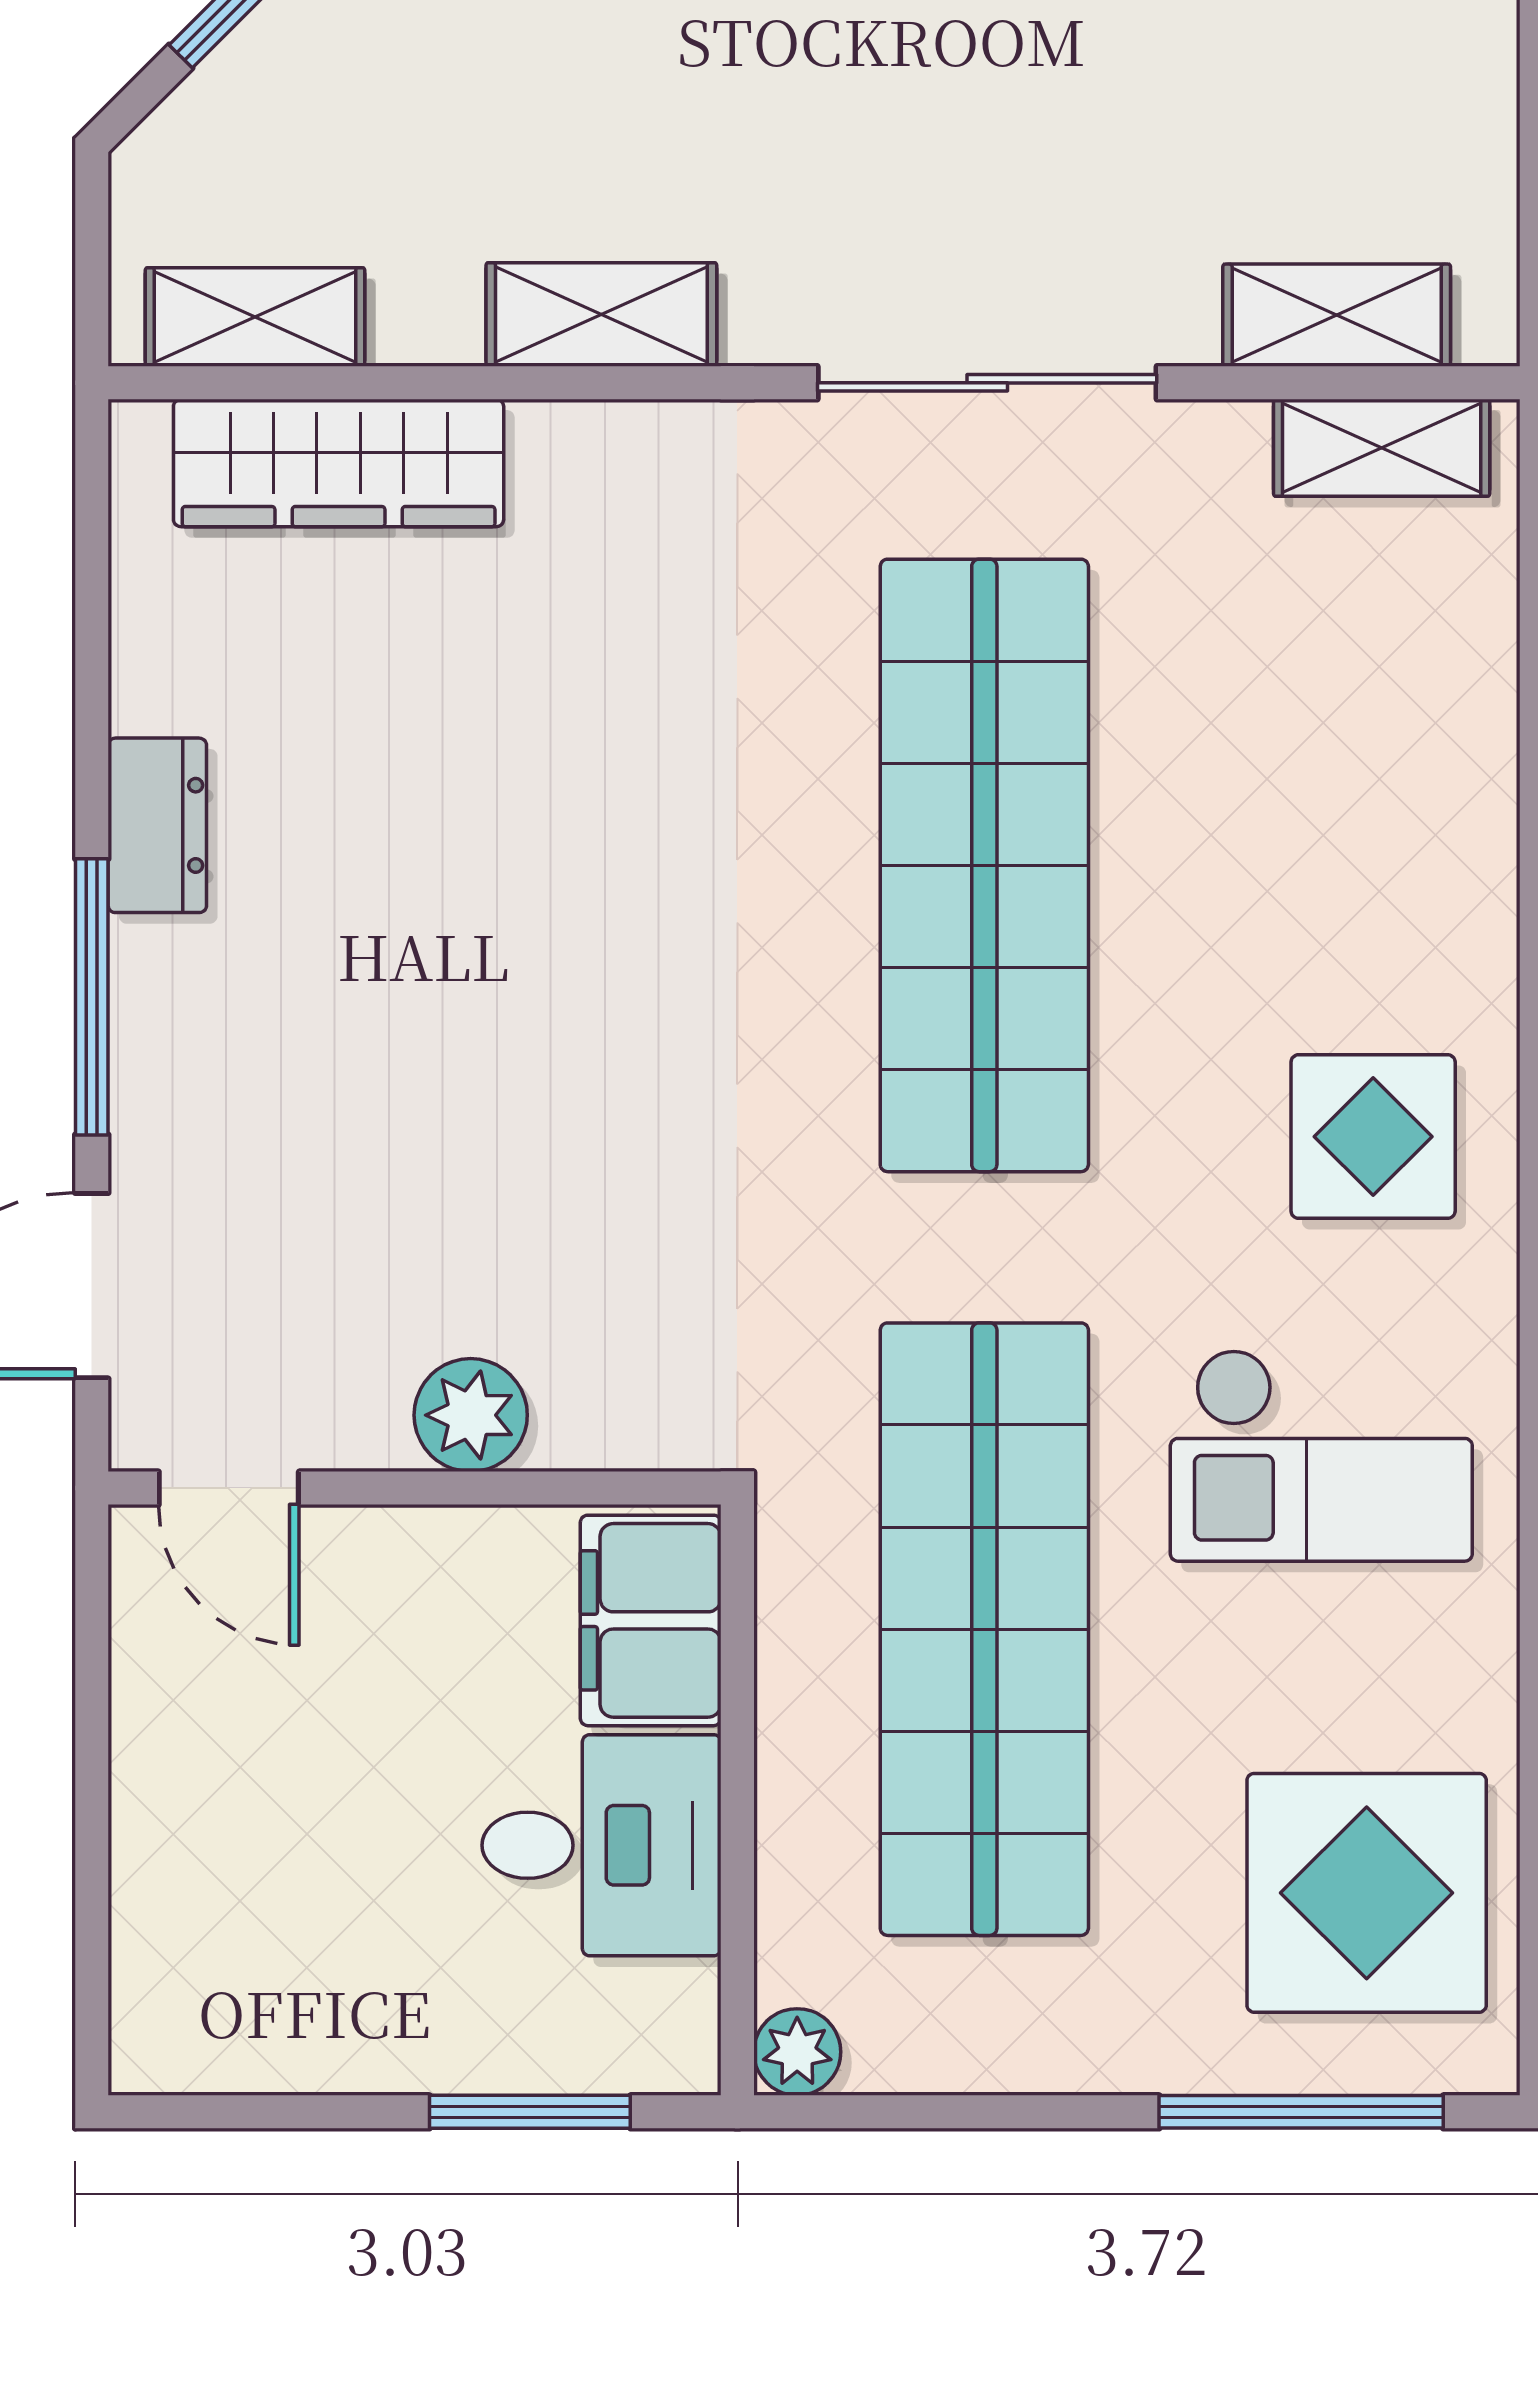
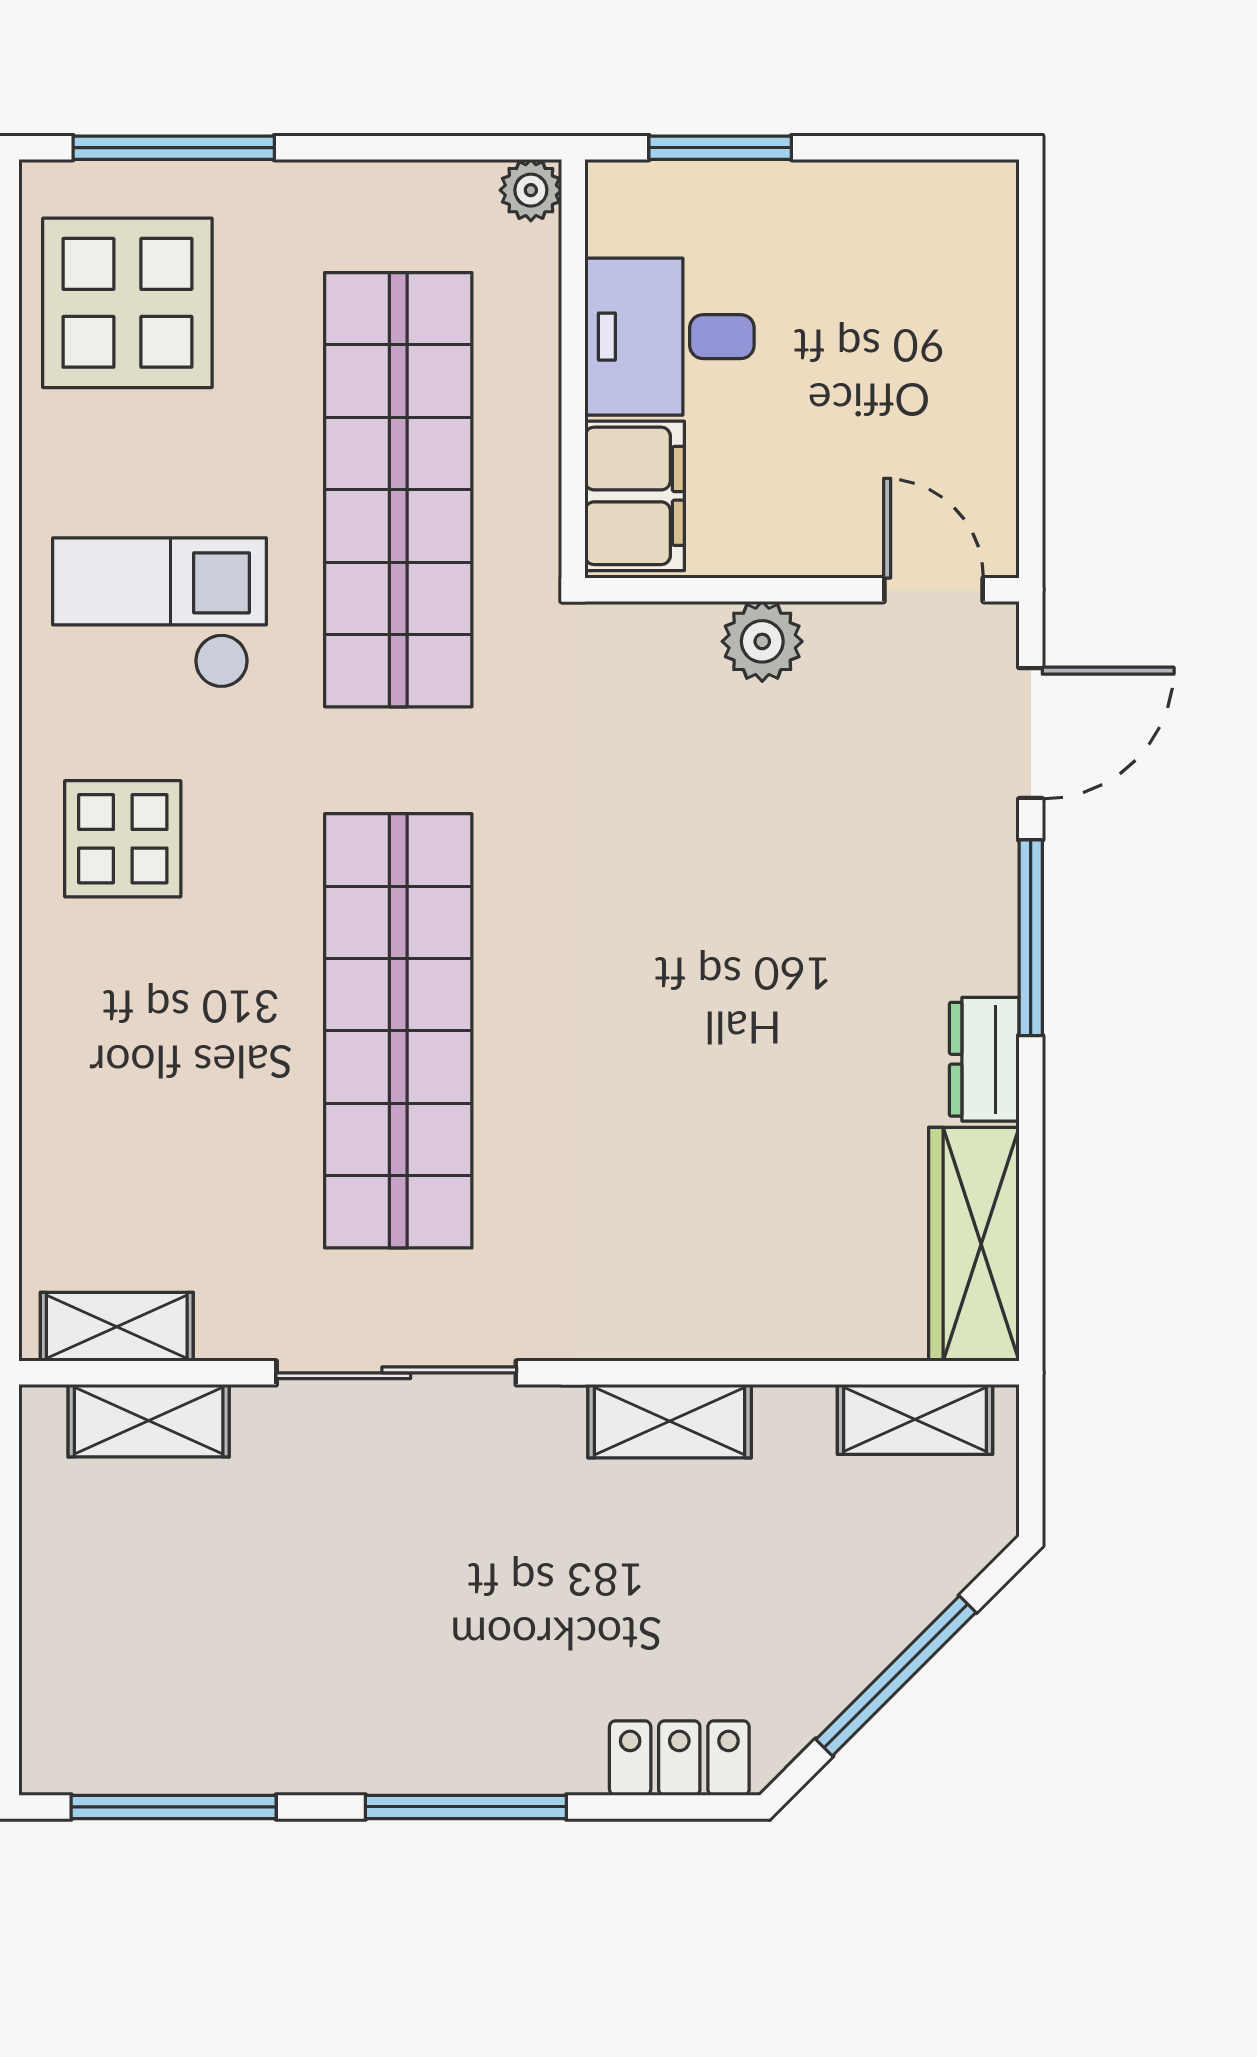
wardrobe: (339, 463) -> (974, 1244), moved, turned -90

